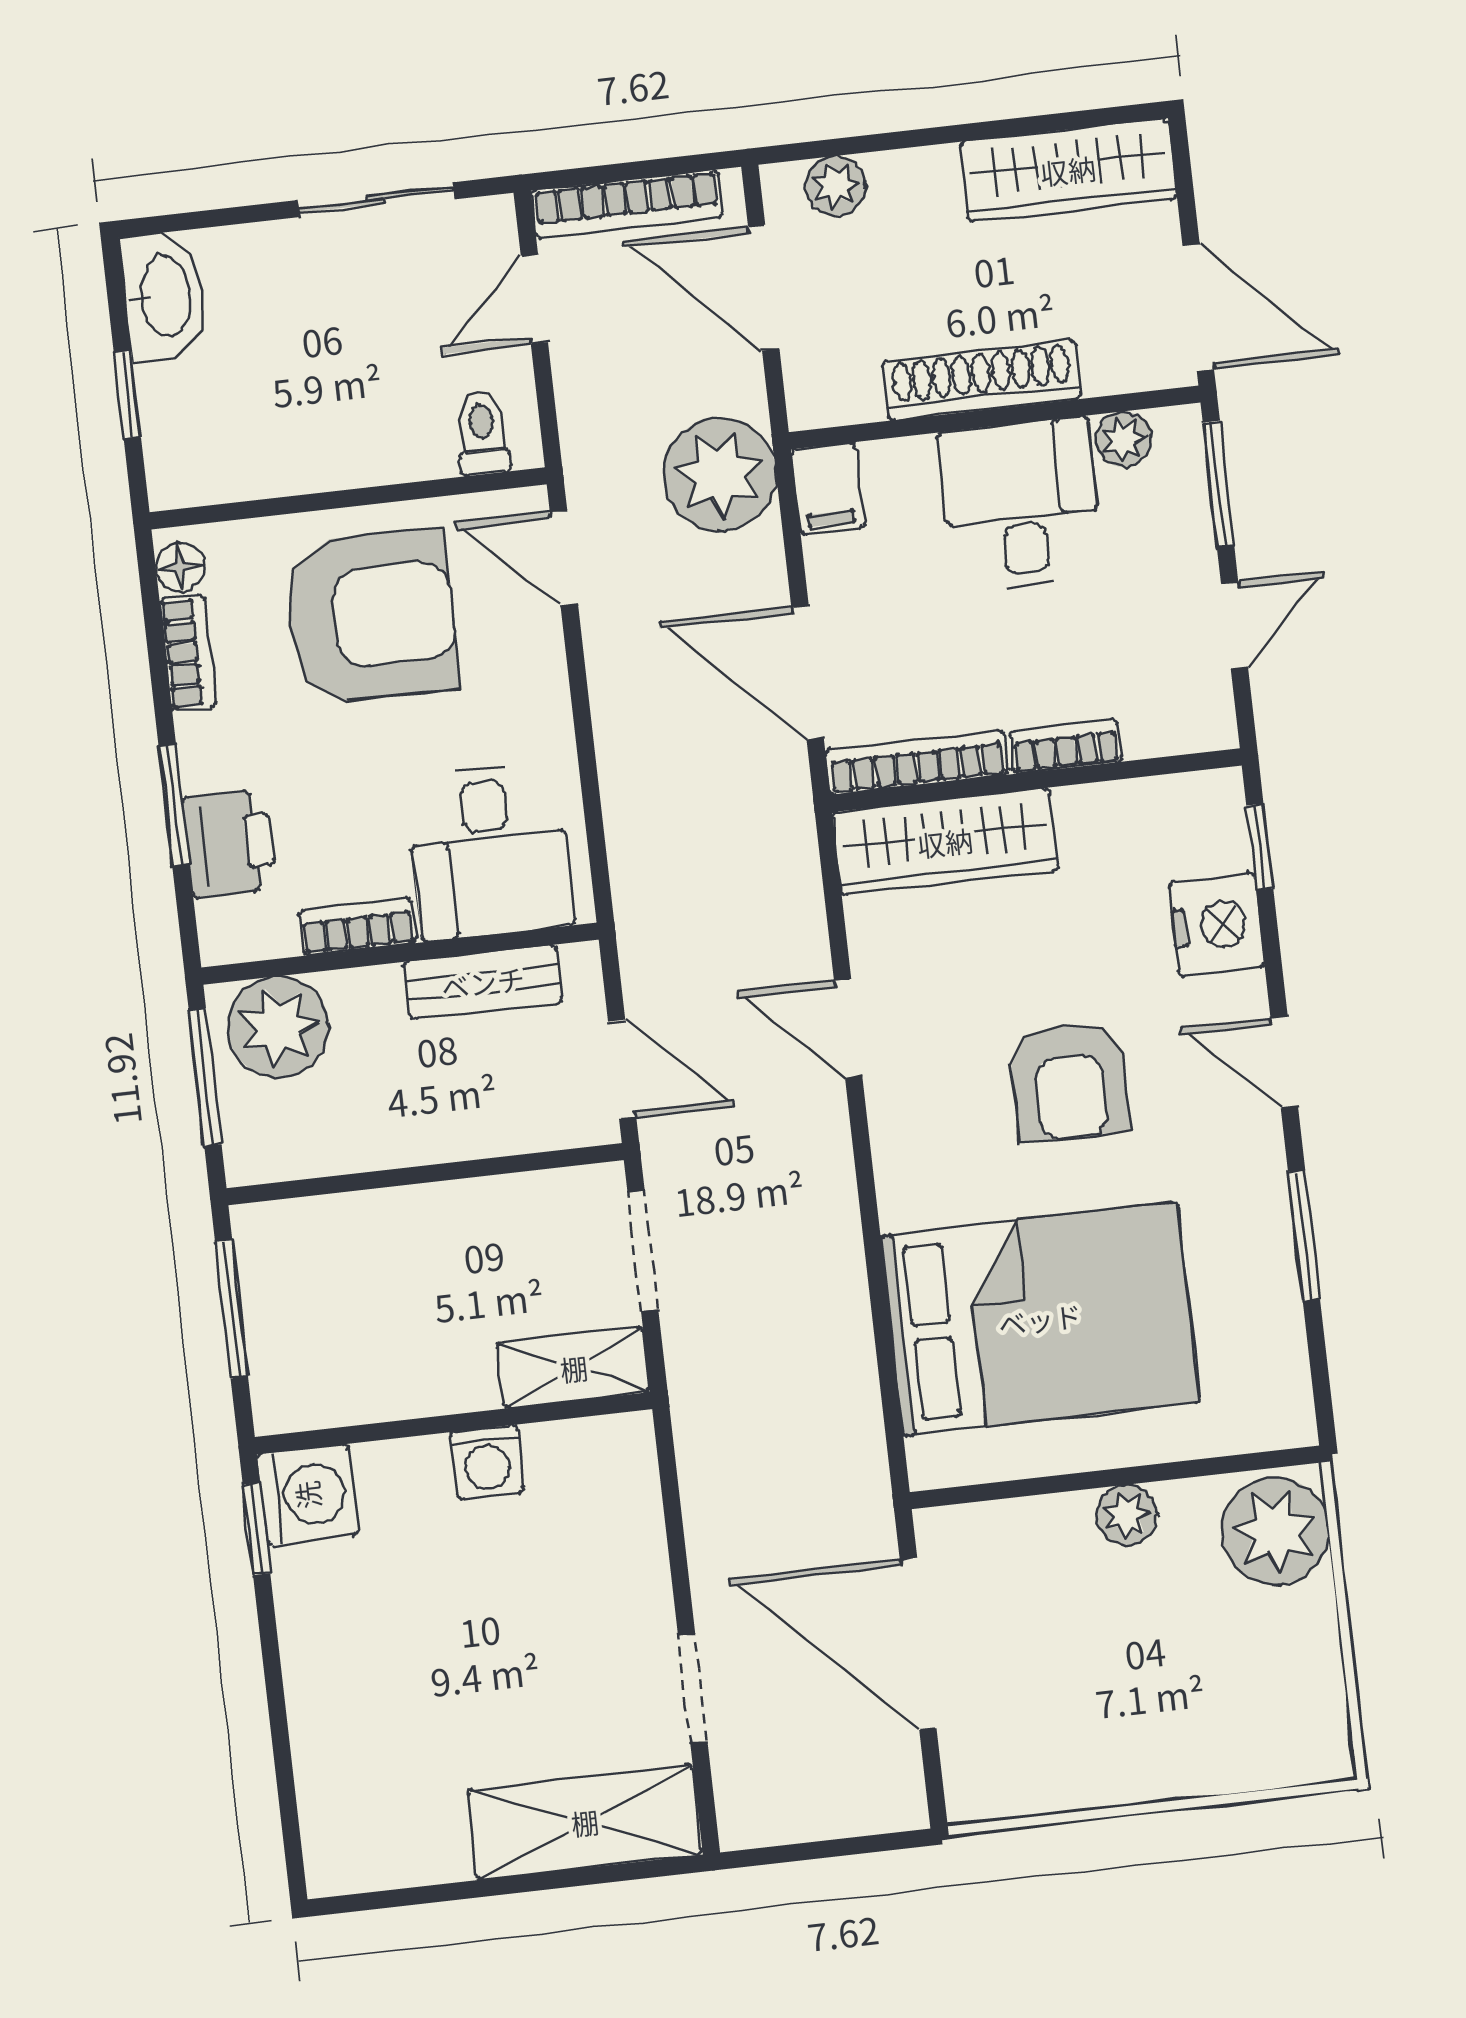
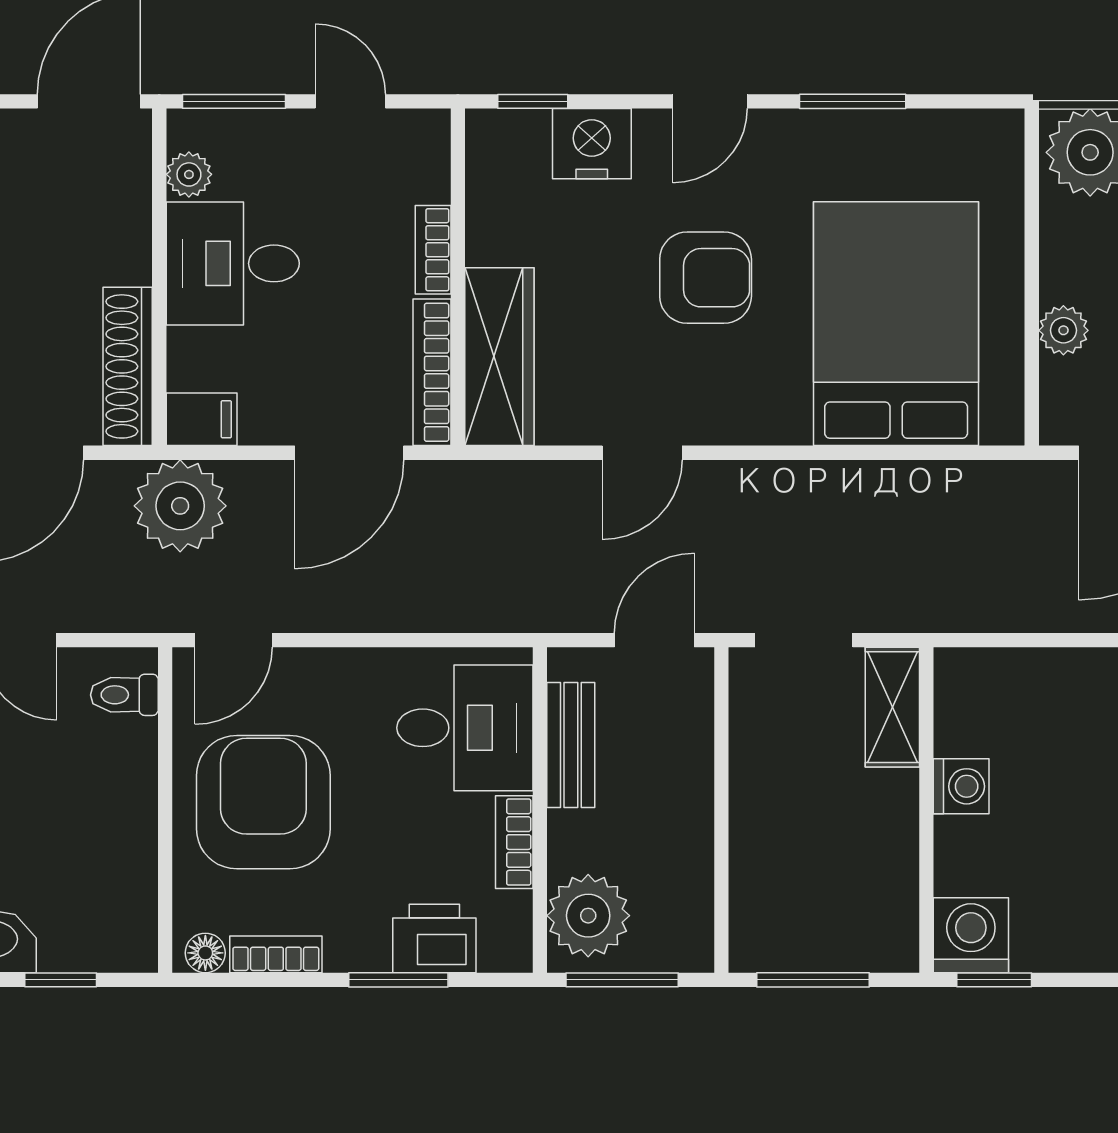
shoe rack: (982, 380) -> (128, 366), moved
plant: (1127, 1515) -> (1063, 330), moved

